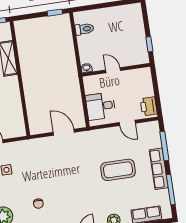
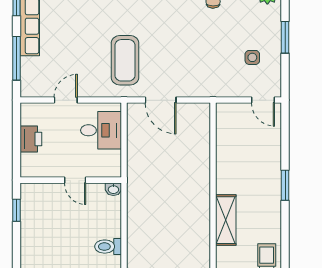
printer: (149, 106) -> (31, 139), moved
door: (127, 123) -> (66, 100), hinge flipped
coffee table: (118, 170) -> (125, 60), moved, turned 90

